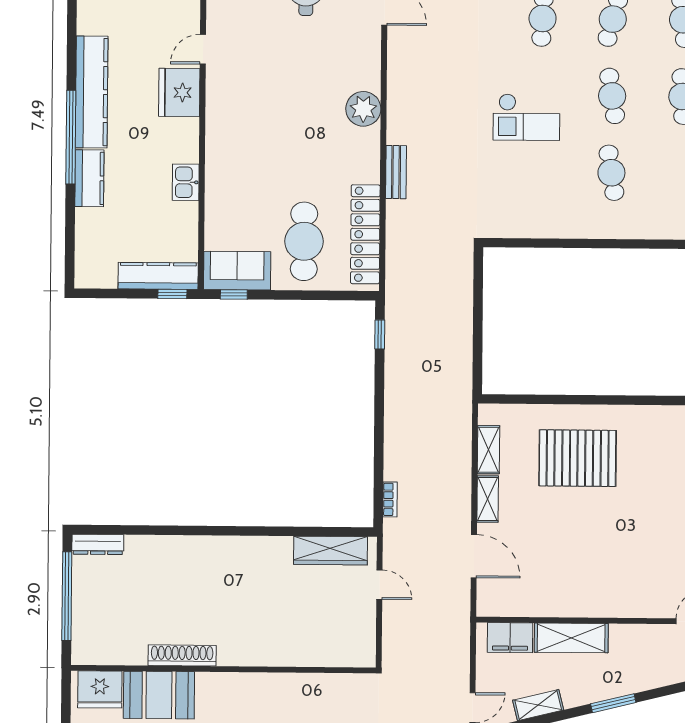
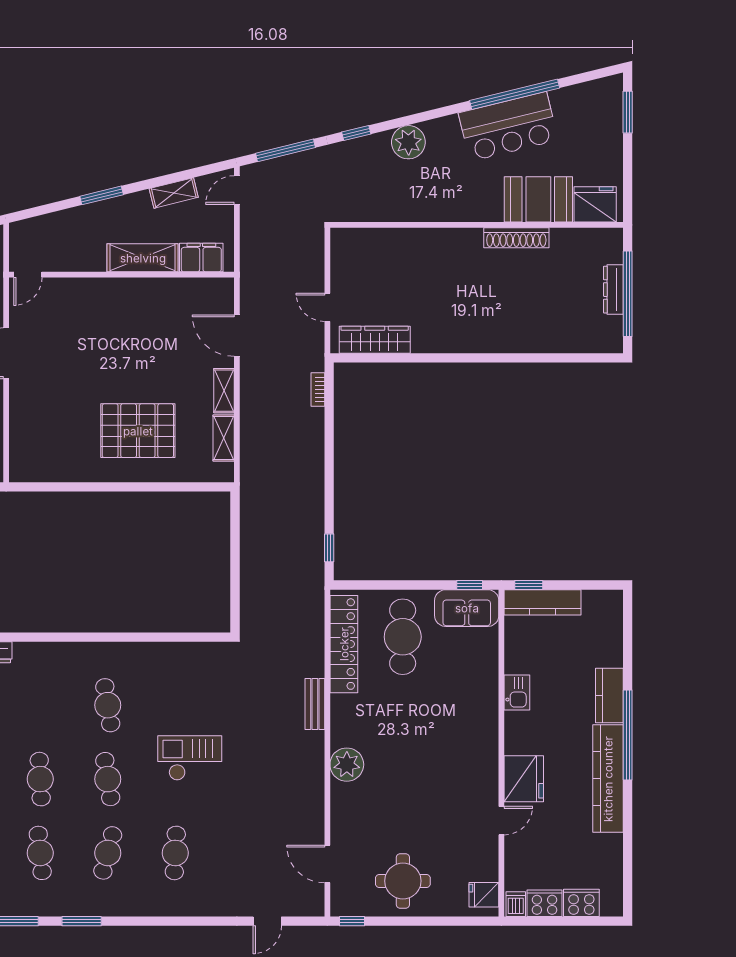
dresser: (98, 544) -> (613, 290), moved, turned -90

